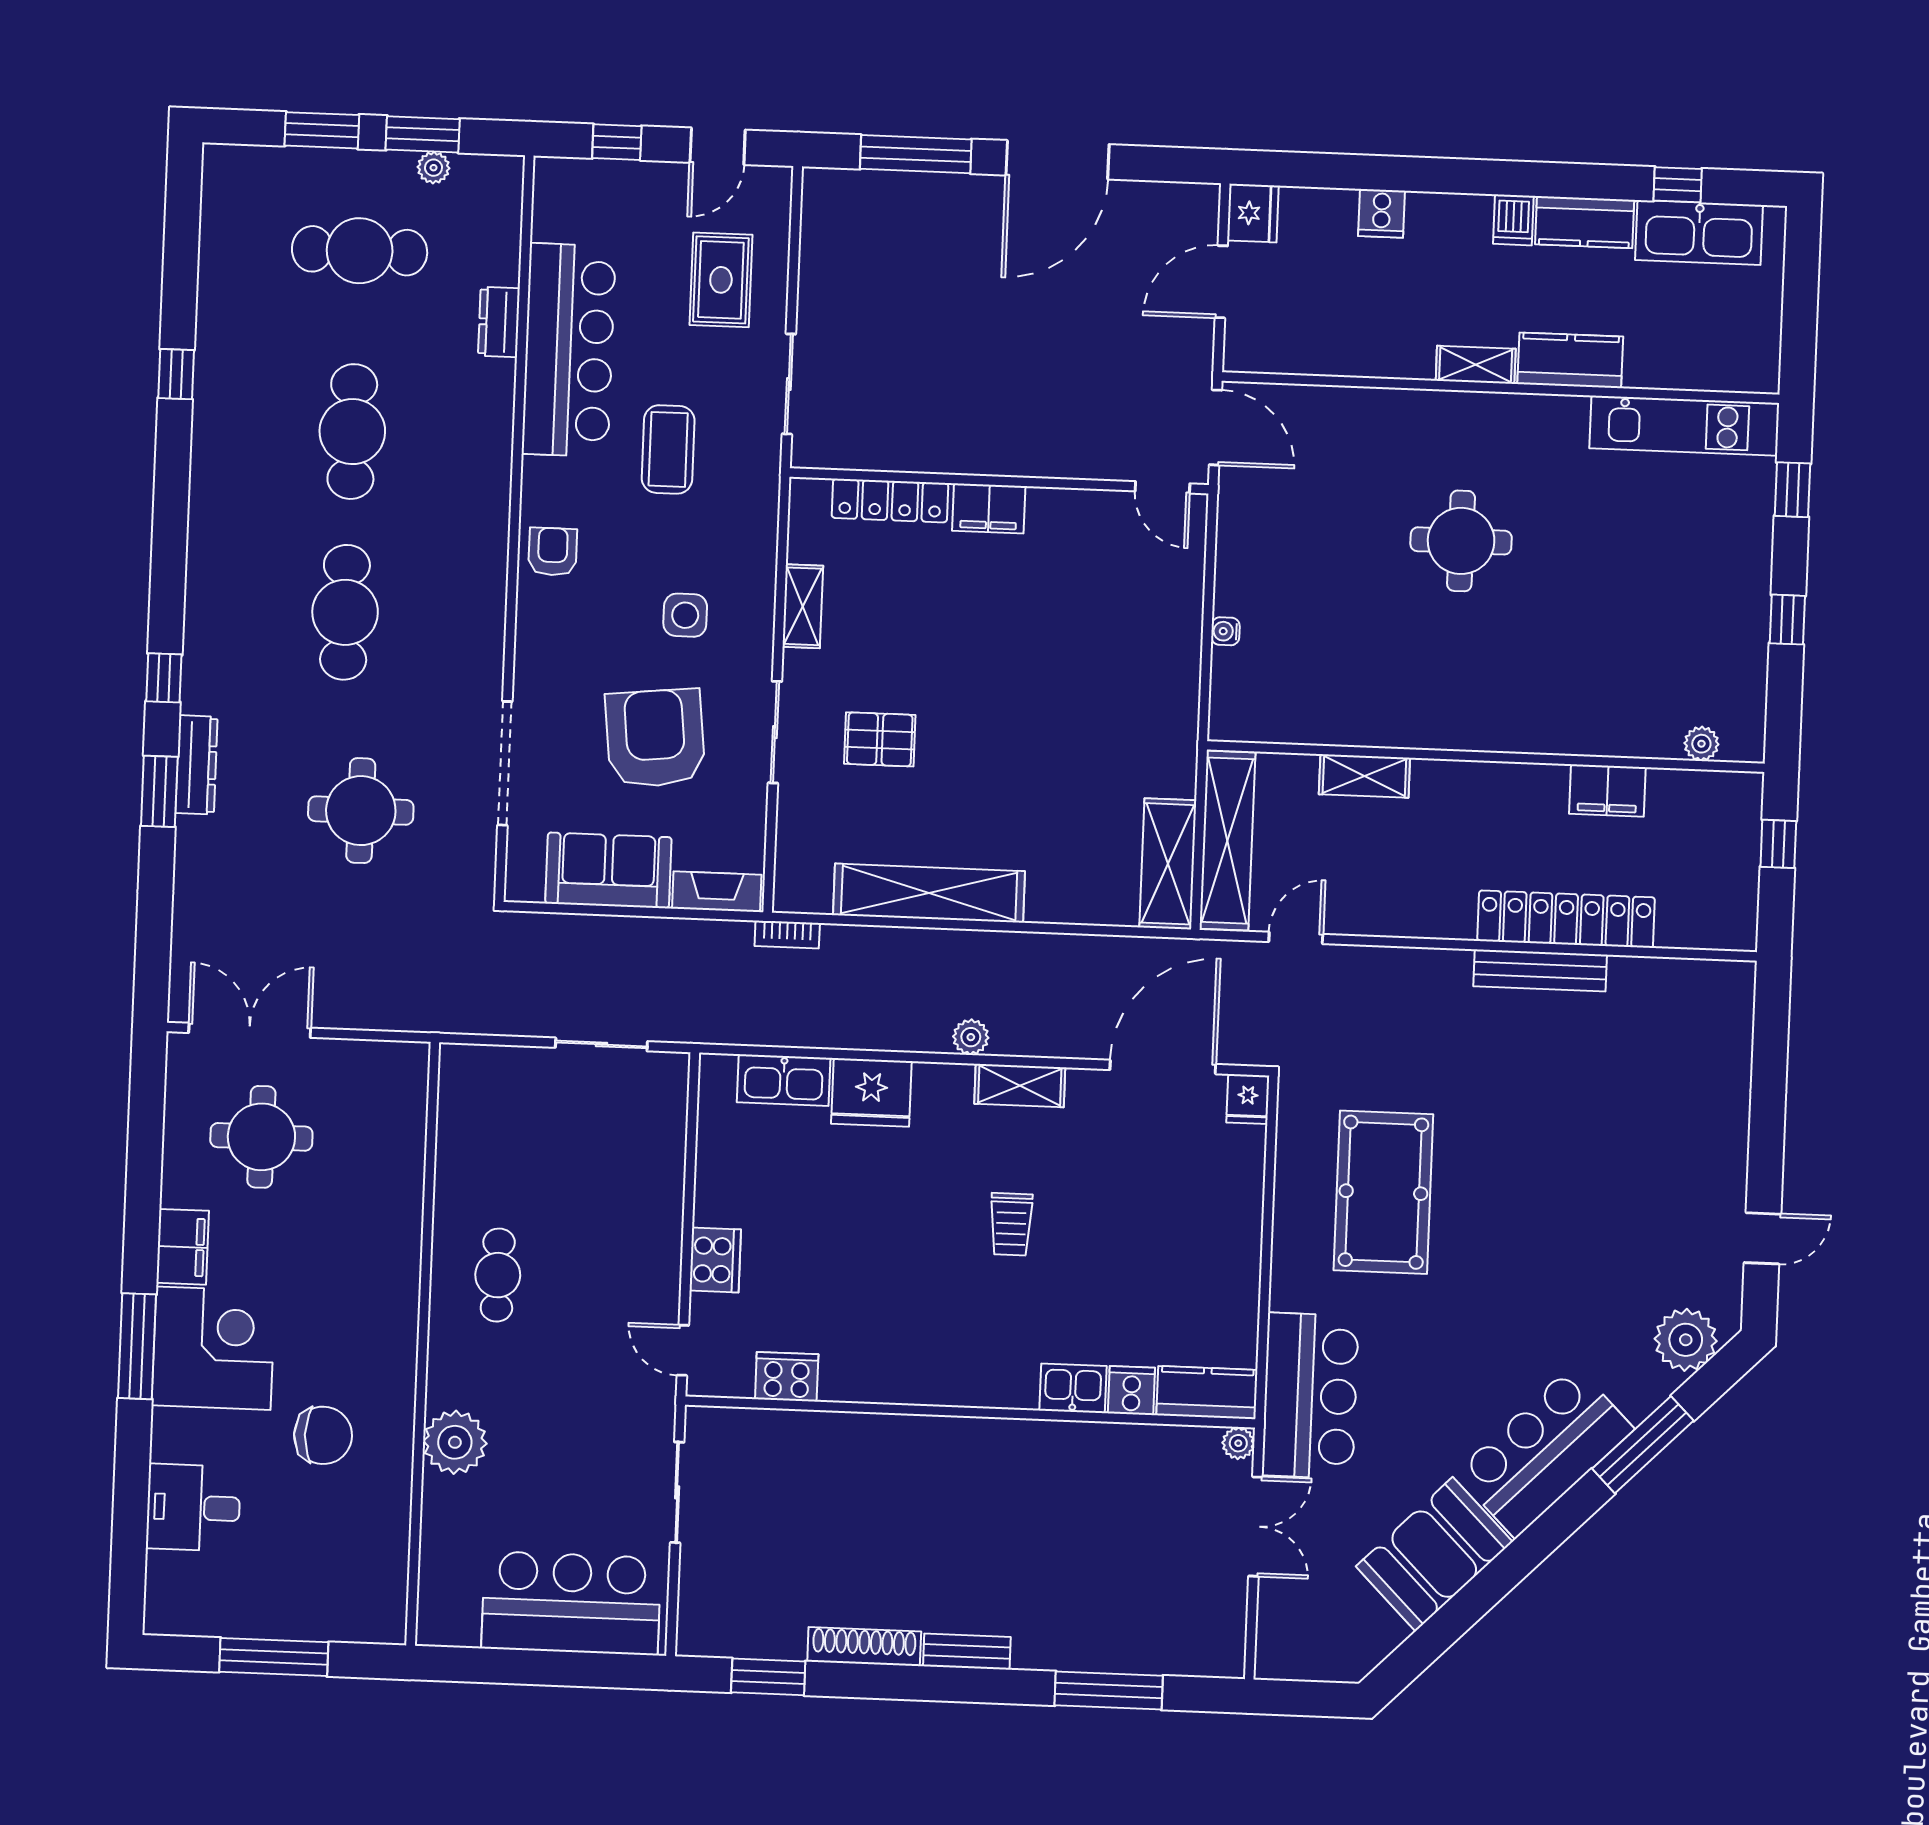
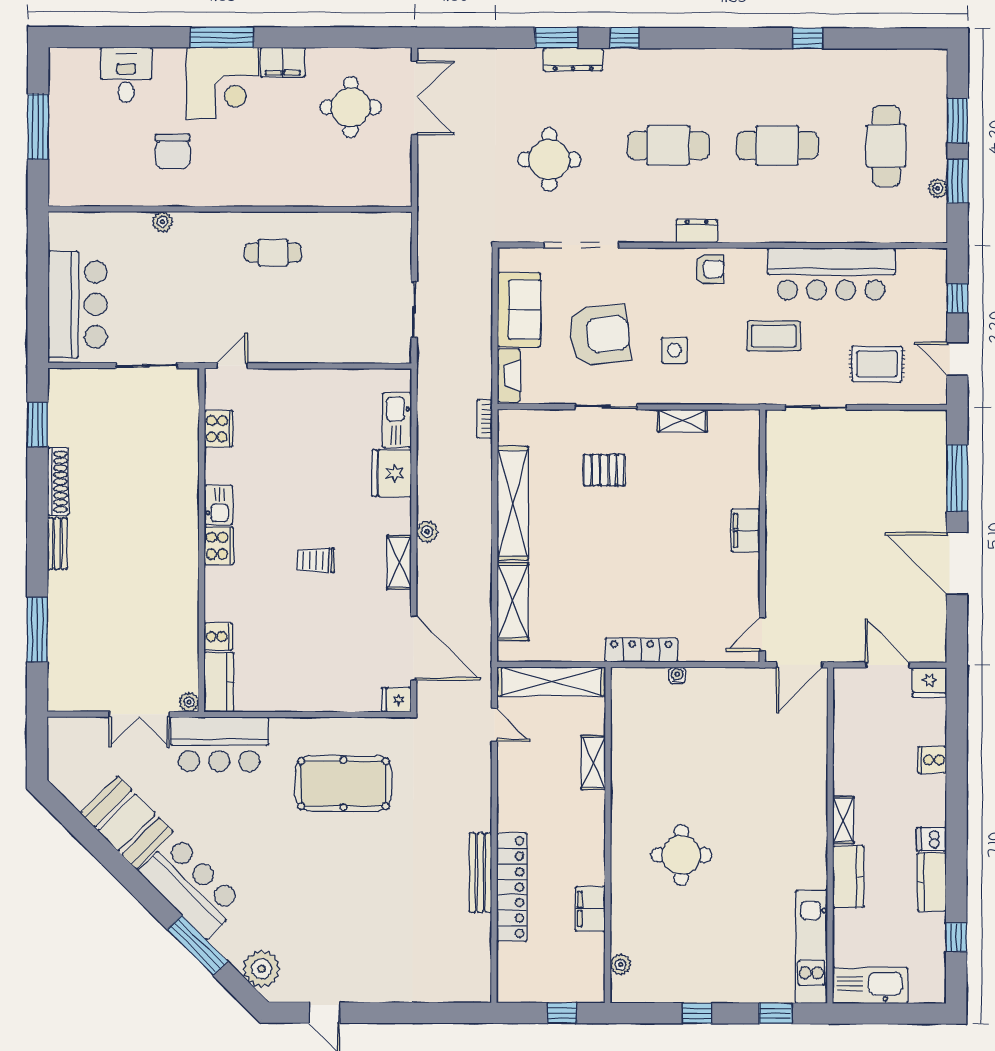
kitchen sink: (1699, 232) -> (870, 985), moved, turned 90
dresser: (499, 322) -> (697, 231), moved
locker: (890, 501) -> (641, 650), moved, turned 90
round table: (1461, 541) -> (681, 855), moved
pallet: (880, 739) -> (604, 470), turned 90
shelving: (1168, 864) -> (513, 601), moved, turned 90
cooker: (715, 1260) -> (219, 546), moved, turned -90
kitchen sink: (1073, 1388) -> (218, 505), moved
plant: (455, 1442) -> (163, 222), width x0.53, depth x0.53

